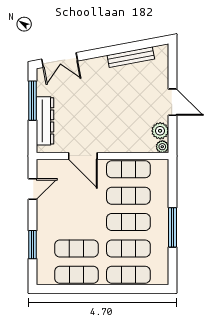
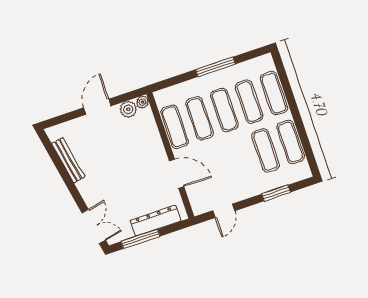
door: (83, 156) -> (177, 174), hinge flipped
door: (33, 189) -> (224, 211), swing flipped

